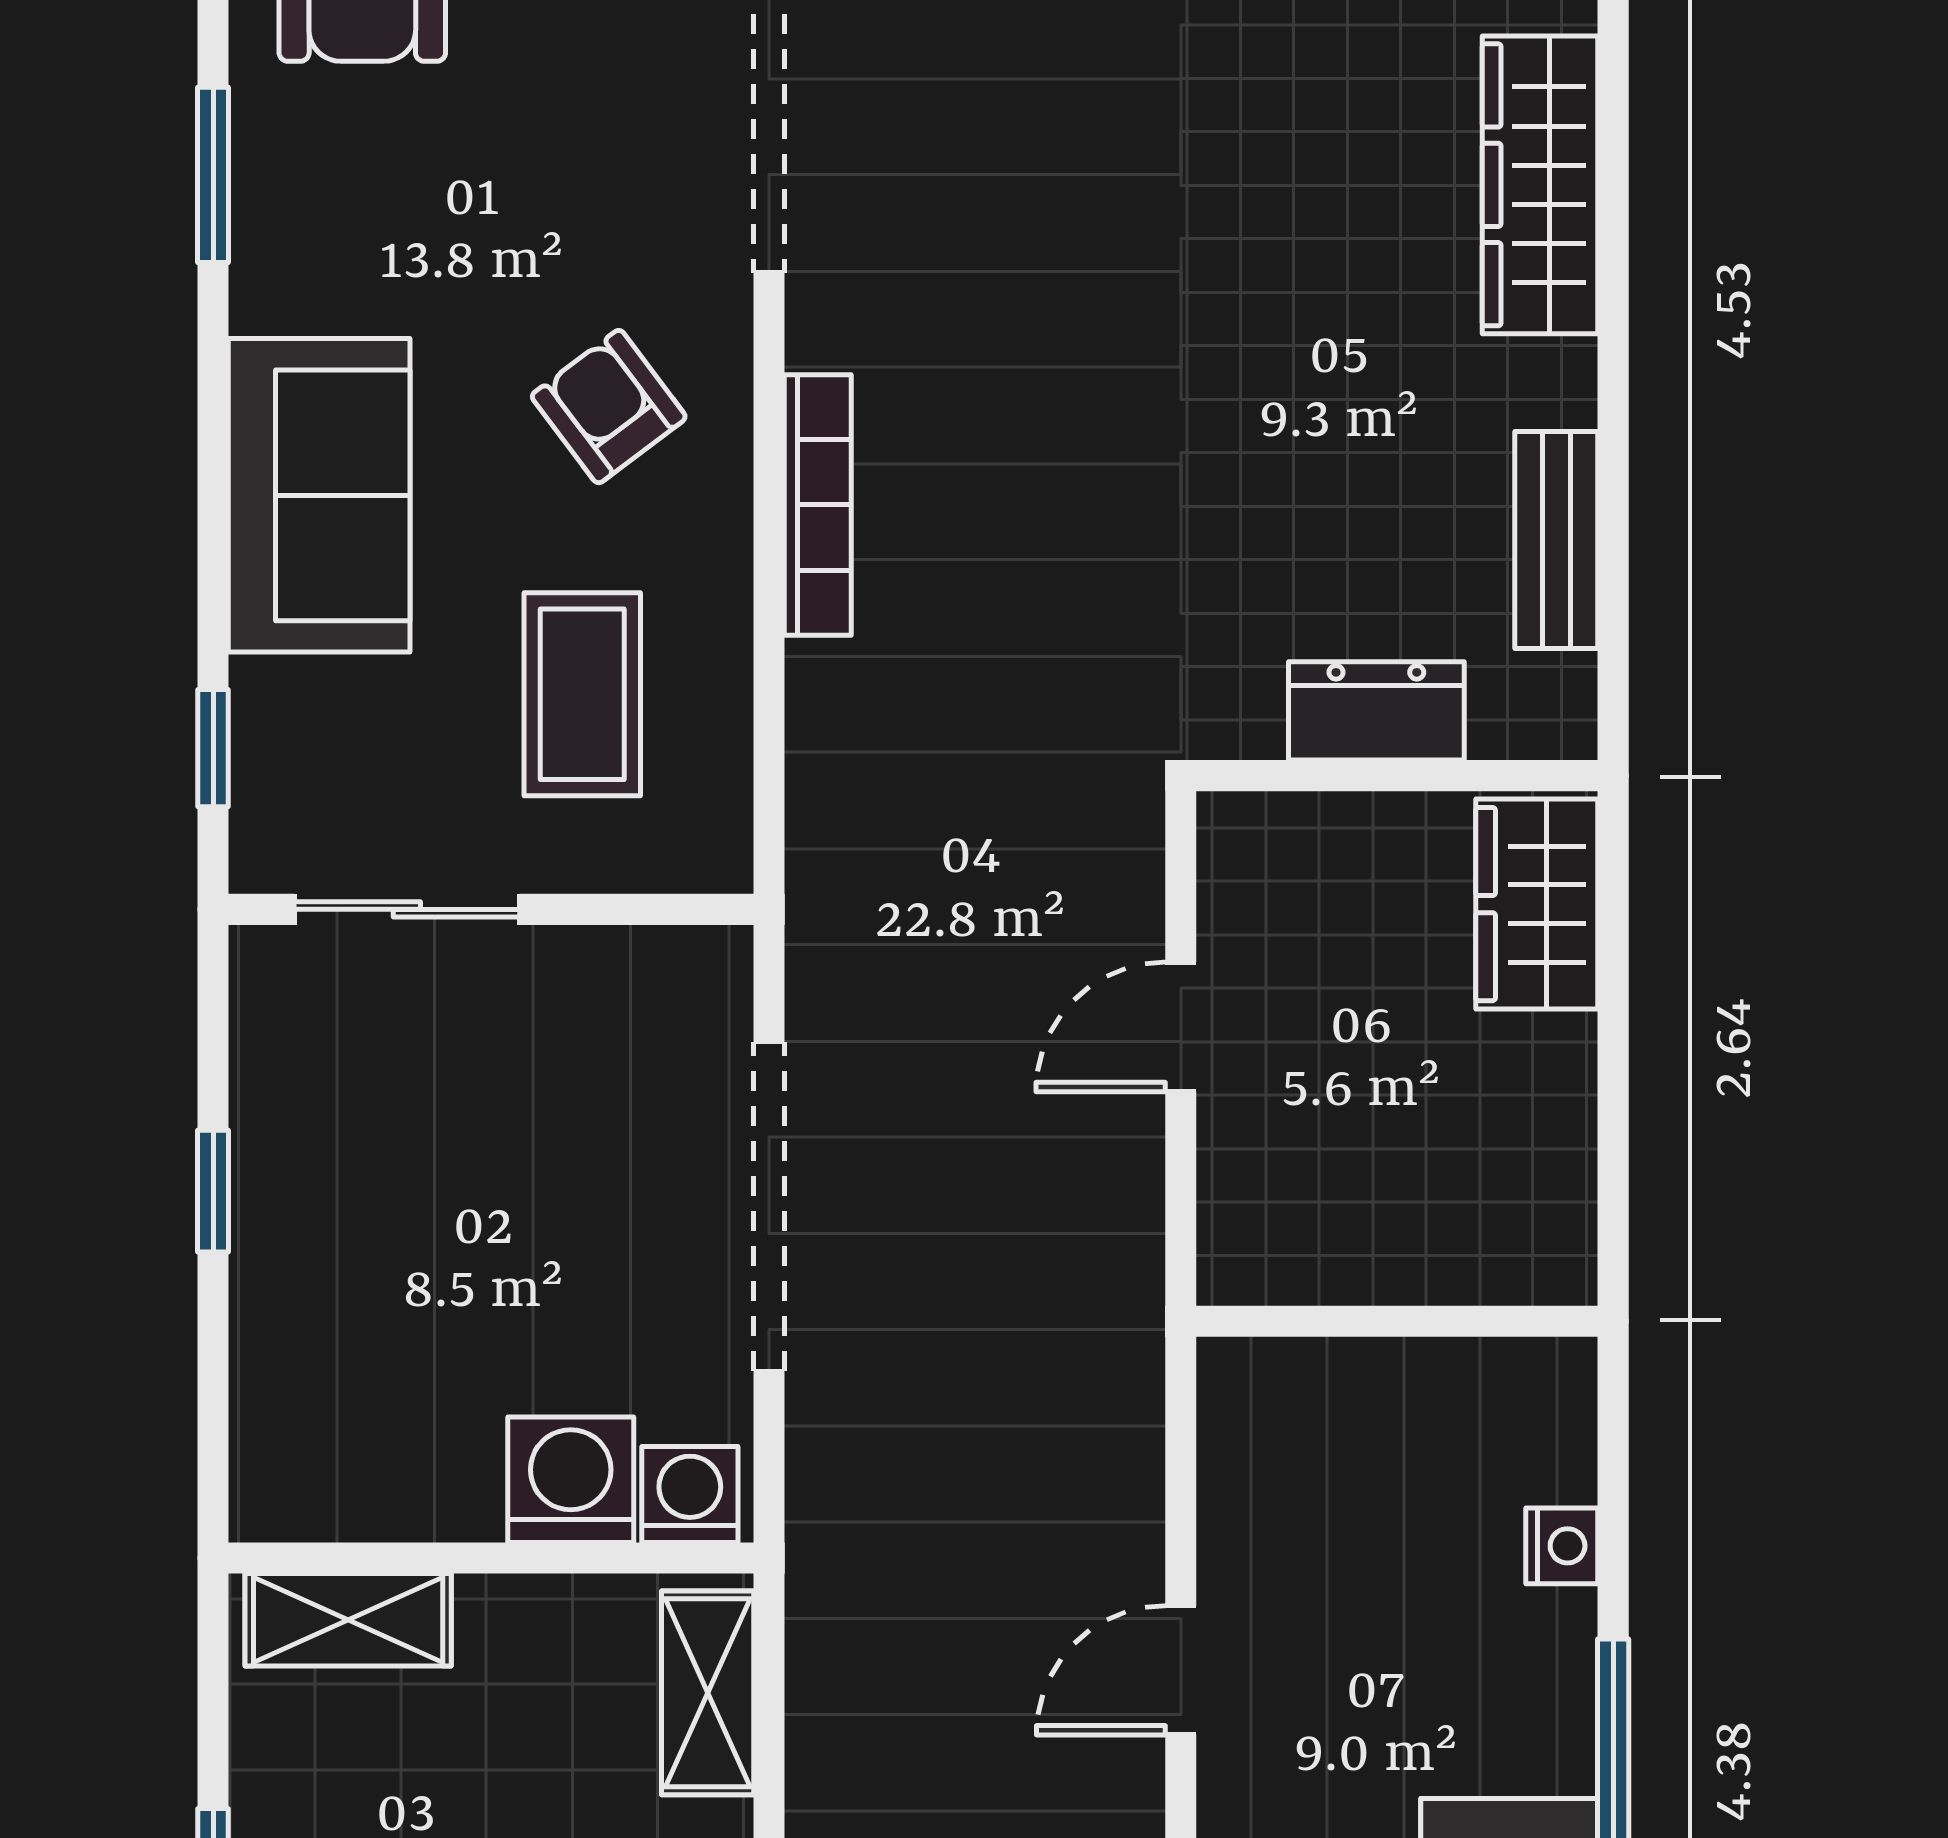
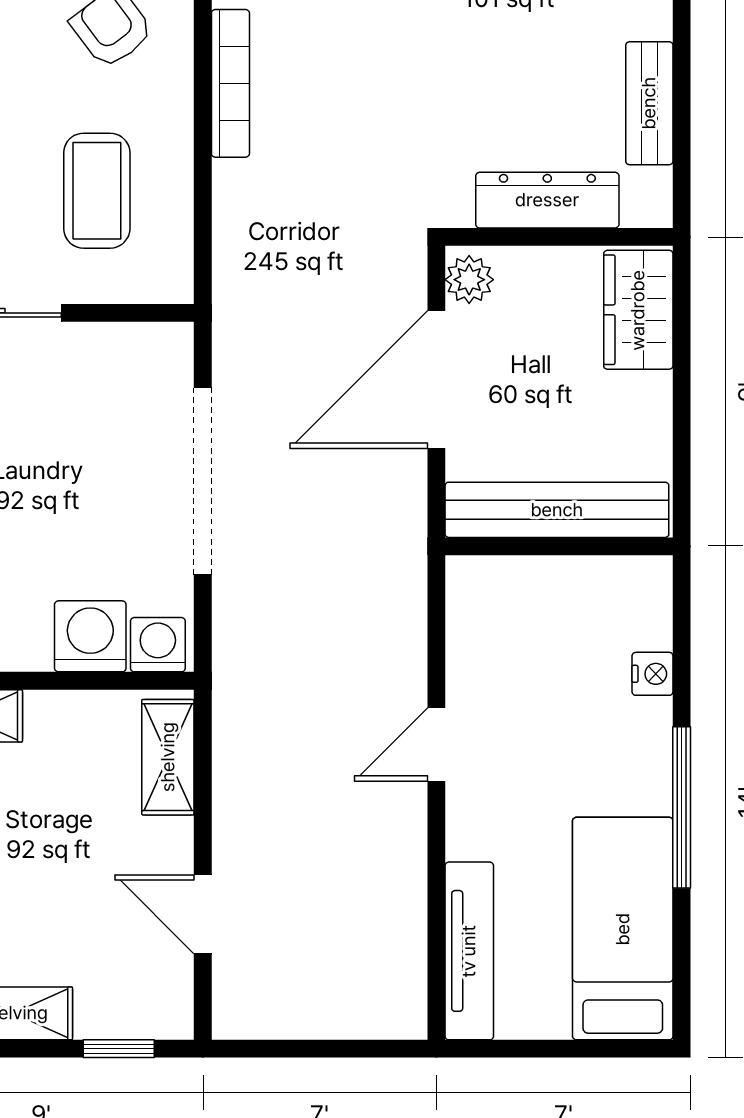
dresser: (1376, 711) -> (547, 200), width x1.44
plant: (1239, 851) -> (469, 280), added
door: (1181, 1027) -> (436, 379), width x1.87
bench: (1393, 1257) -> (557, 510), added

